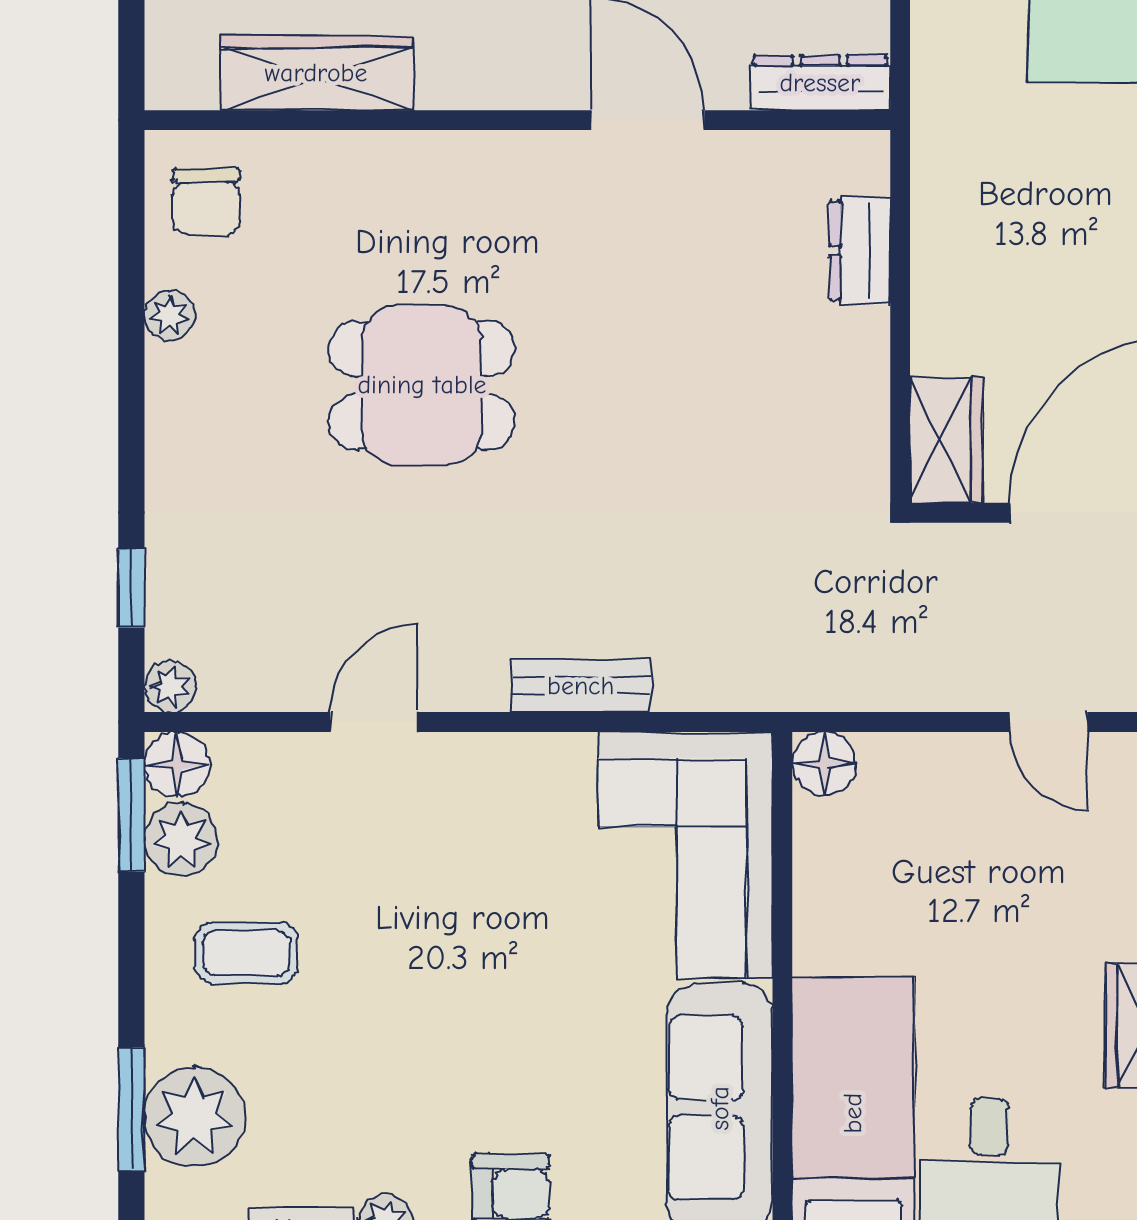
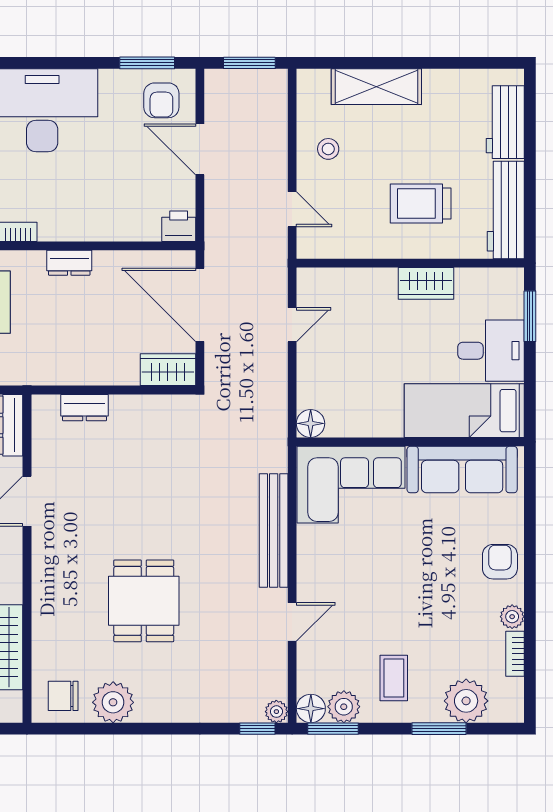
chair: (206, 202) -> (63, 696), turned 180
plant: (169, 316) -> (113, 702), width x1.88, depth x1.88
window: (131, 588) -> (257, 729), moved
bench: (581, 686) -> (274, 531), width x1.86, depth x1.21
door: (374, 722) -> (292, 622), swing flipped
window: (131, 1109) -> (439, 729), moved

